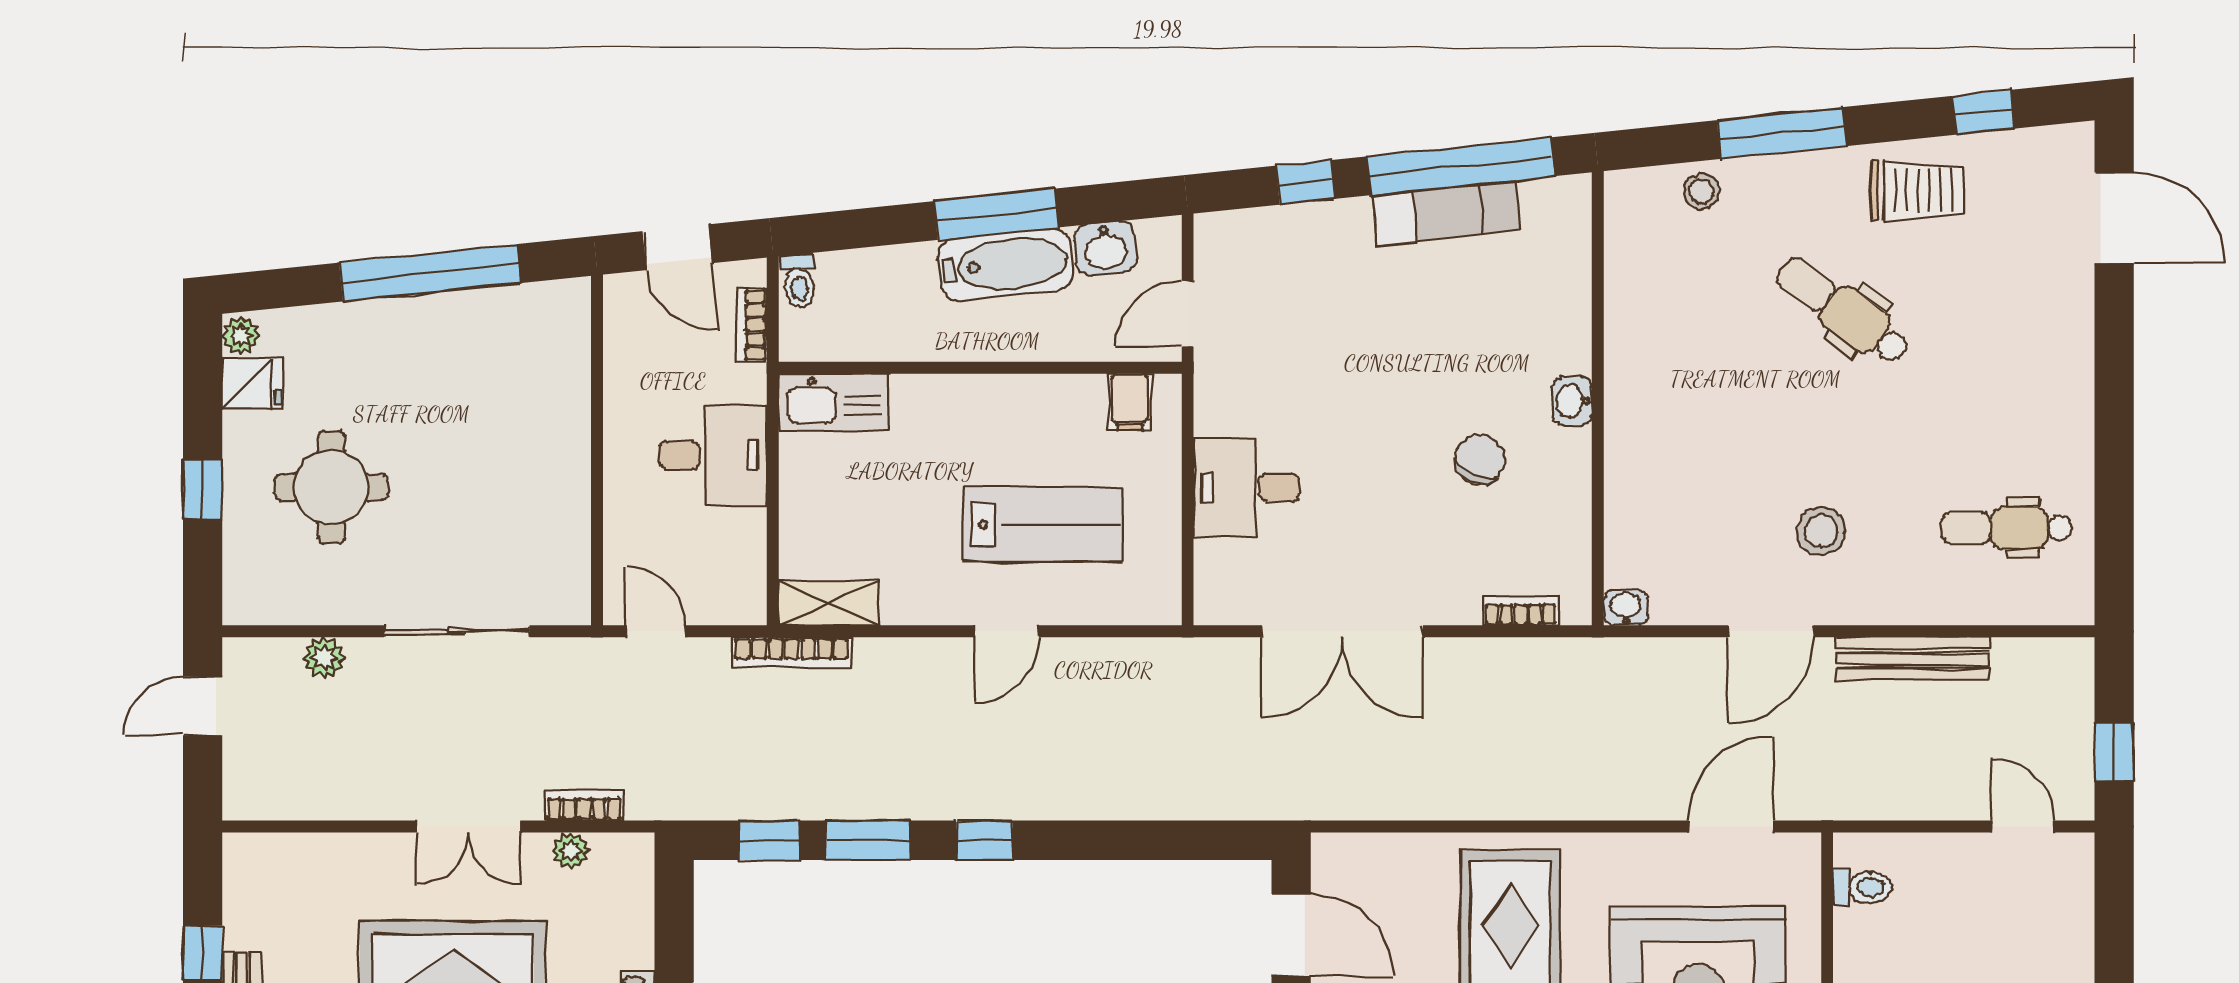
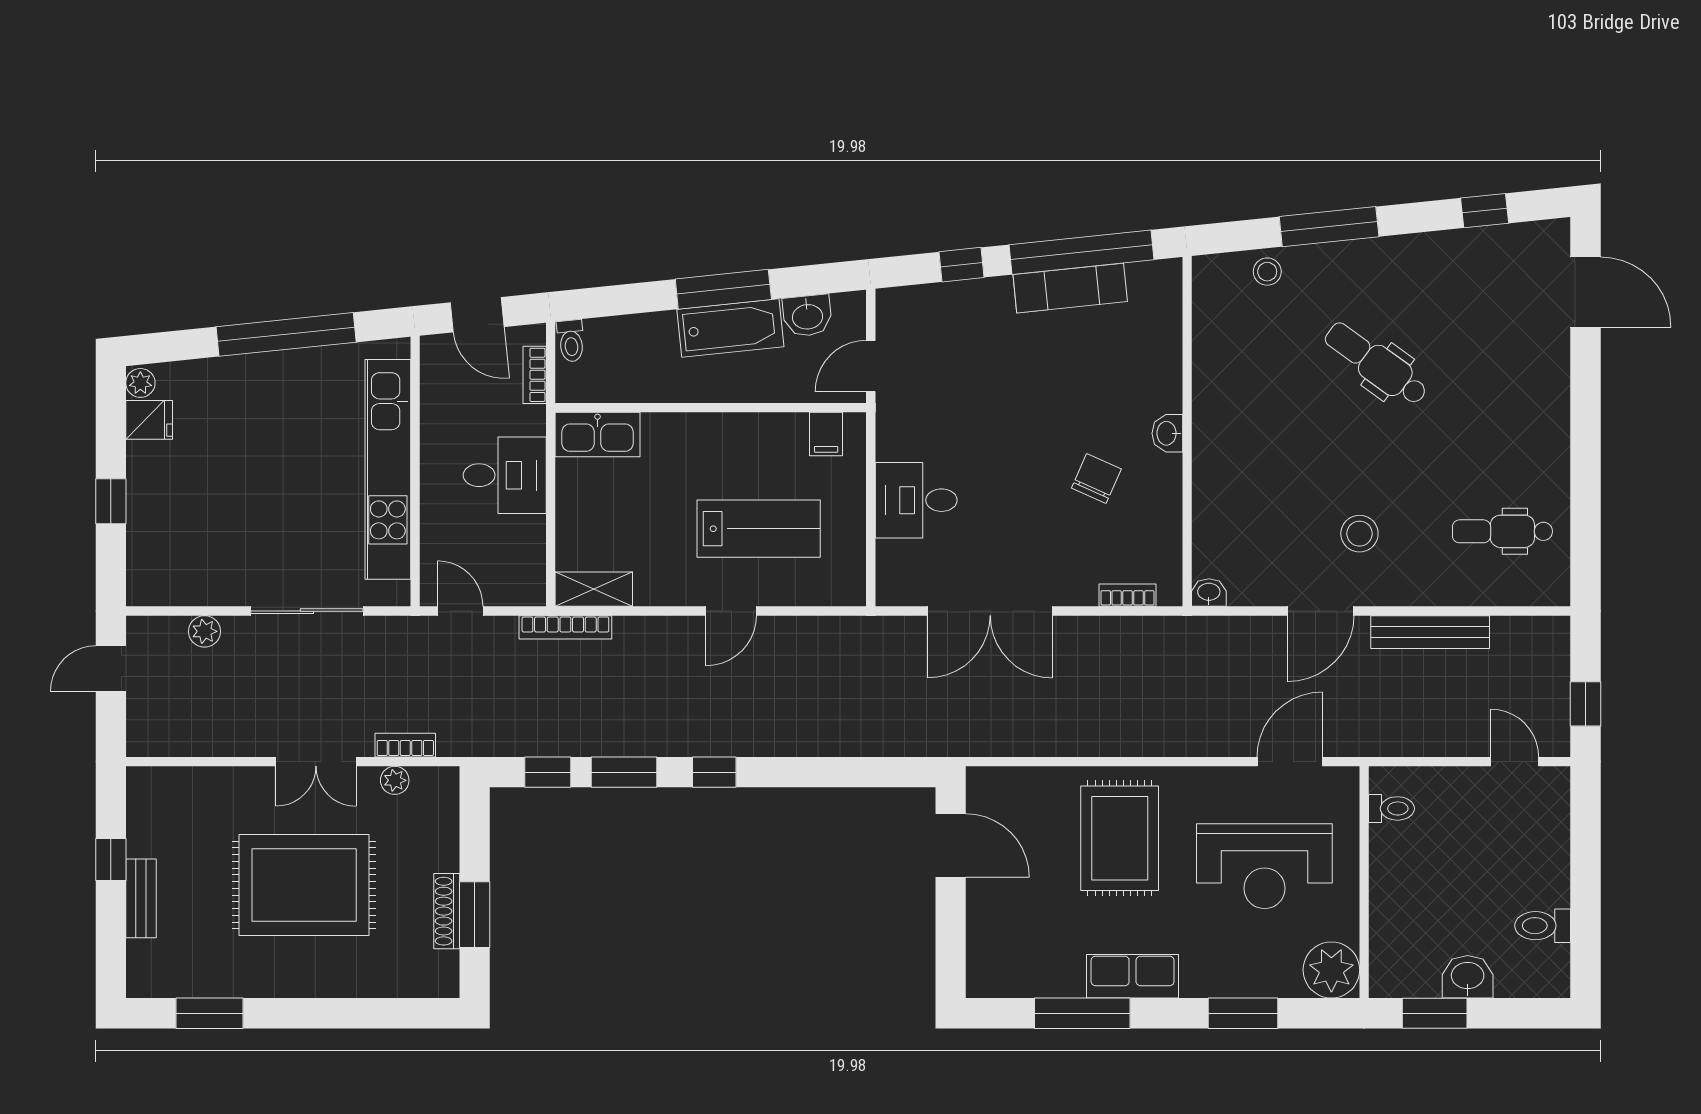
trolley: (1917, 190) -> (1433, 271), removed
kitchen unit: (562, 448) -> (388, 469), added
round table: (331, 487) -> (210, 500), removed

